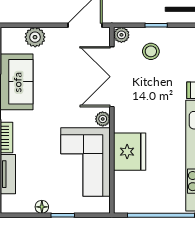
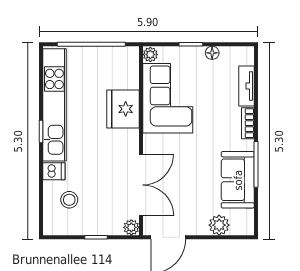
stool: (151, 51) -> (69, 200), moved
plant: (103, 119) -> (150, 54), moved

